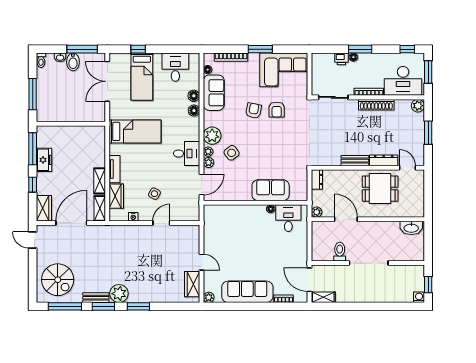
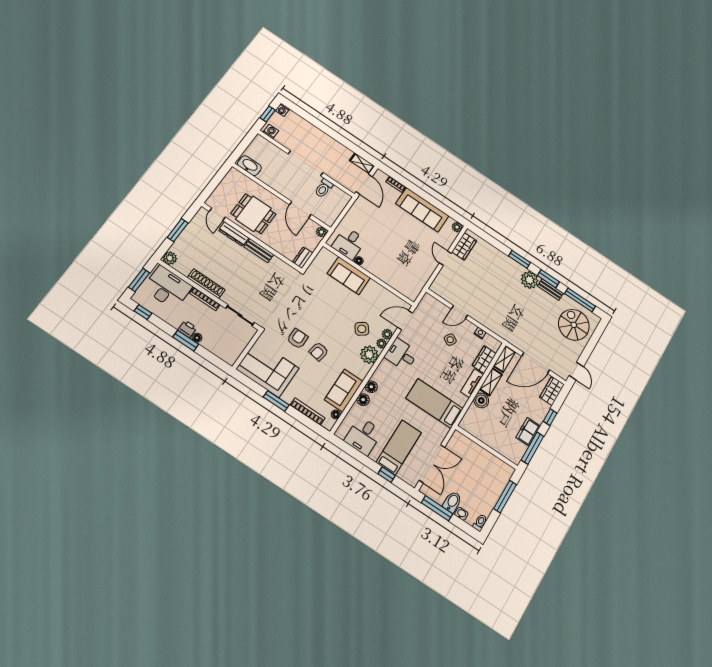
printer: (341, 59) -> (187, 329), moved
boiler: (98, 160) -> (481, 400), added
washing machine: (415, 271) -> (271, 132), added

